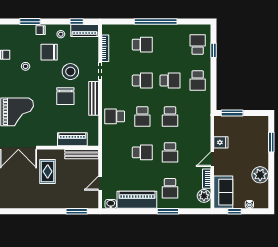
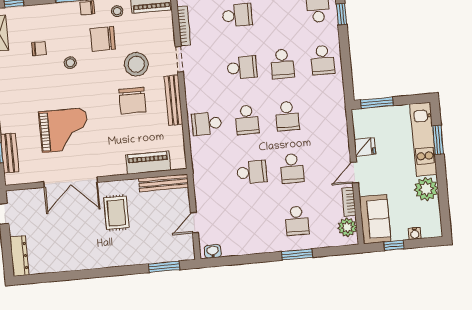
school desk: (170, 80) -> (282, 64), turned 90
kitchen unit: (261, 141) -> (423, 139), added
piano: (137, 200) -> (250, 242), removed

